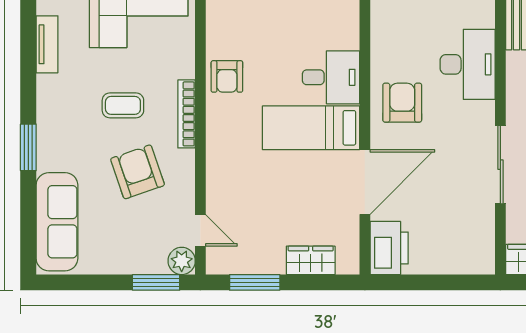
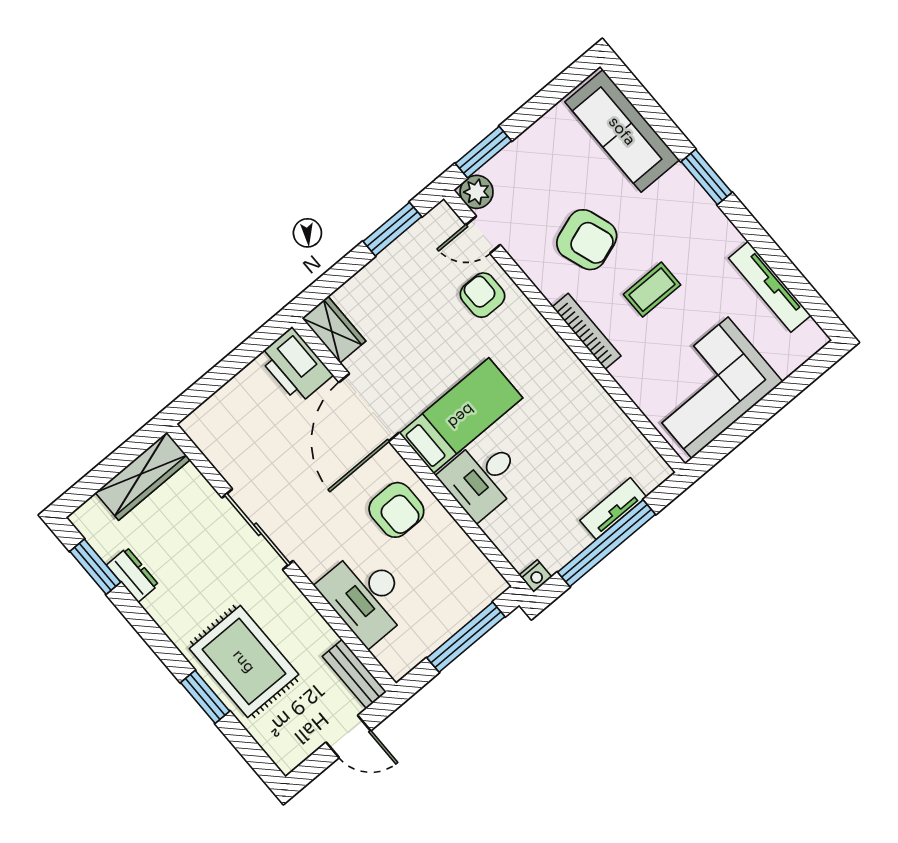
tv unit: (47, 44) -> (770, 287), width x1.41
armchair: (227, 76) -> (482, 295), moved
wardrobe: (311, 260) -> (334, 330), moved, turned -90

